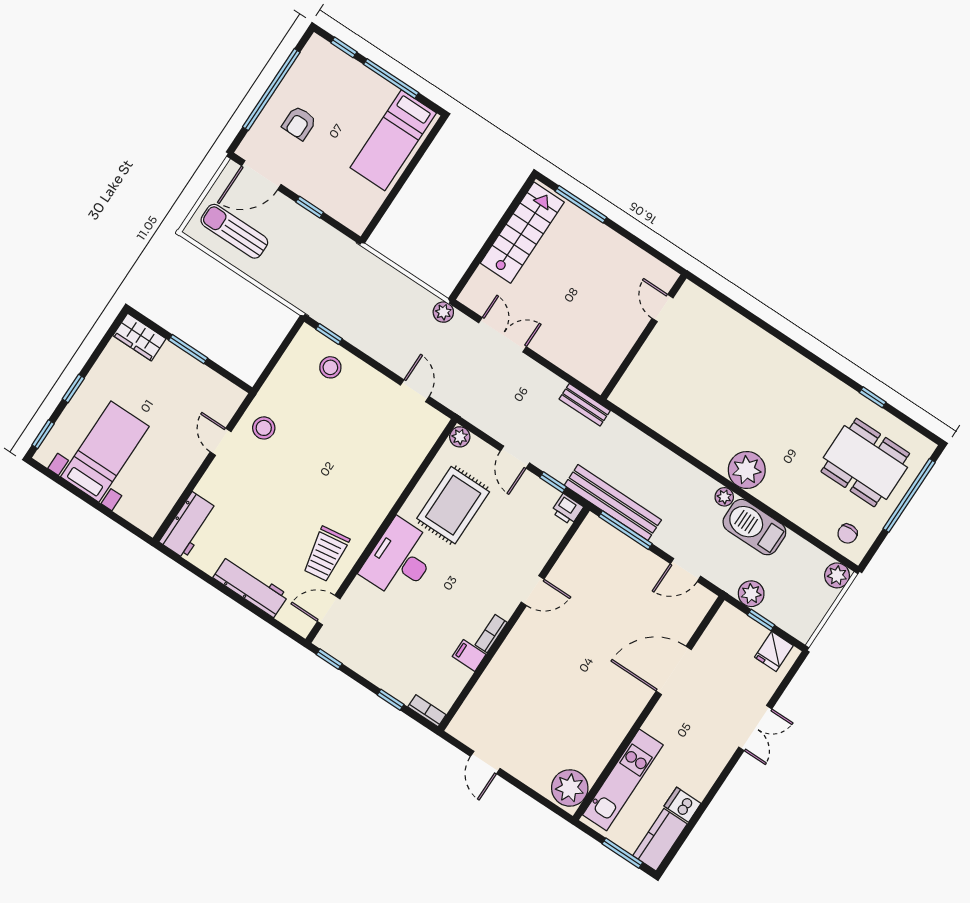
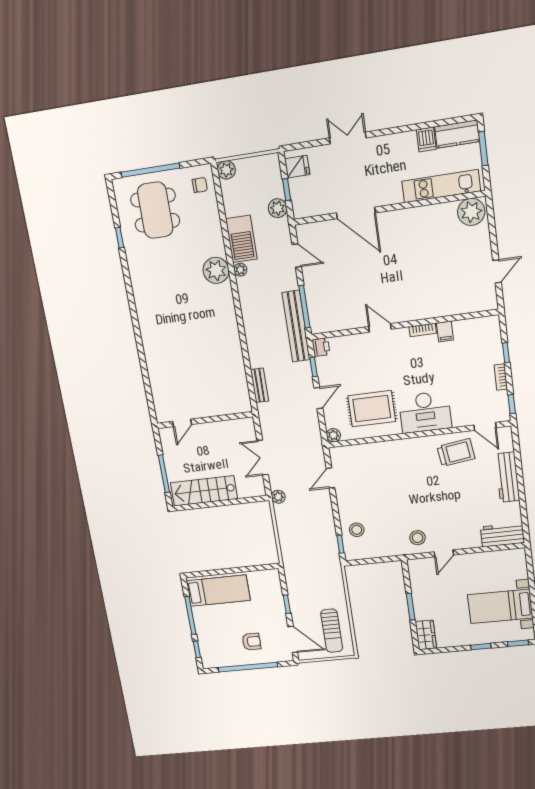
door: (663, 308) -> (182, 423), moved
wall: (644, 337) -> (205, 420), moved
bookcase: (427, 711) -> (501, 377), moved

